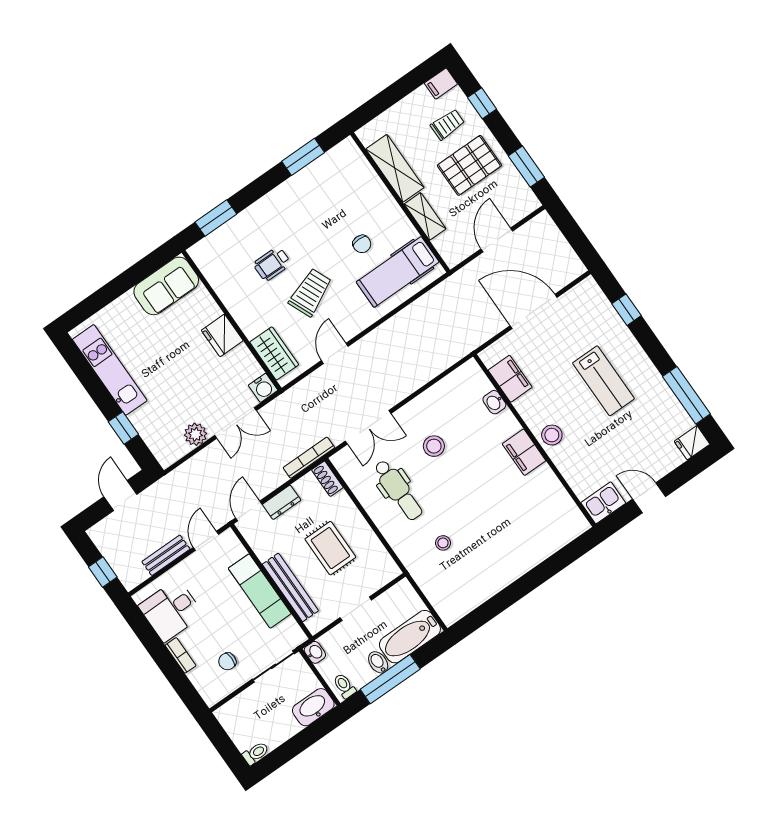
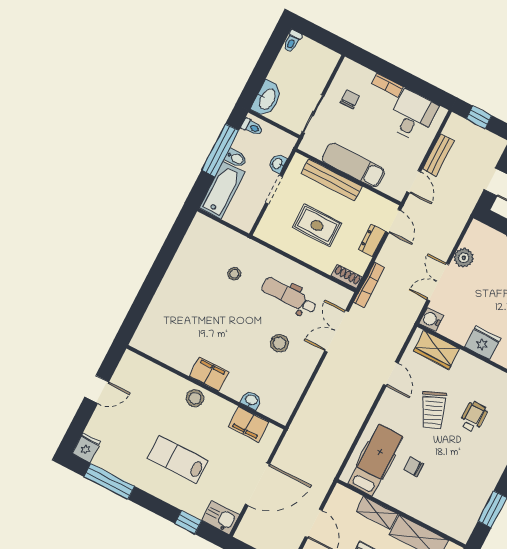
kitchen sink: (603, 503) -> (221, 518), moved, turned -90
washbasin: (315, 652) -> (278, 163), moved, turned 90

